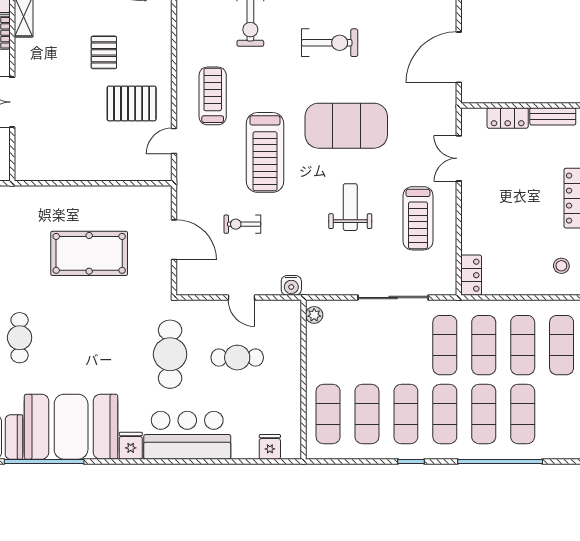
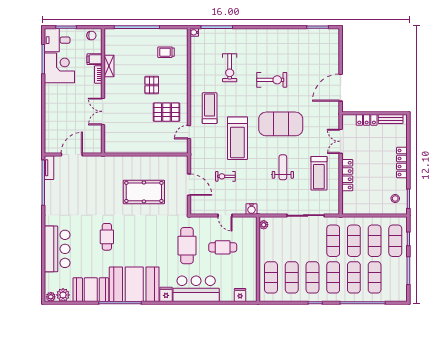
locker: (471, 275) -> (347, 175), moved, width x1.53

